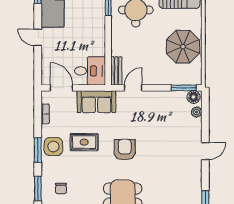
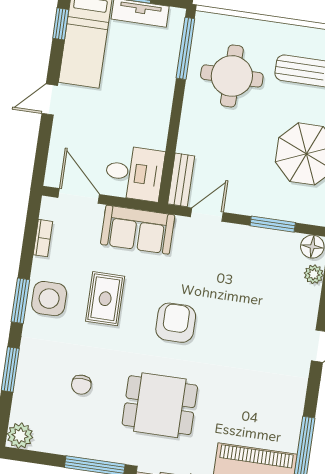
door: (38, 37) -> (50, 100), hinge flipped
window: (184, 88) -> (273, 224), moved
rug: (84, 142) -> (105, 299), turned 90
chair: (61, 188) -> (81, 385), moved

